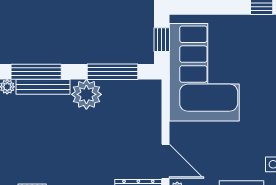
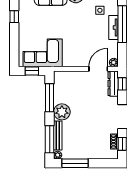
corner sofa: (204, 72) -> (43, 53), width x0.73, depth x0.74

